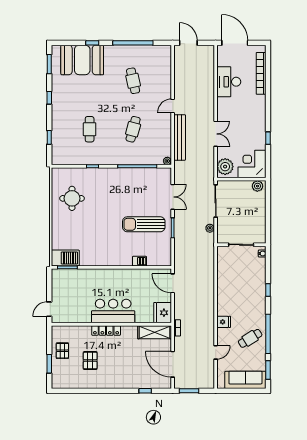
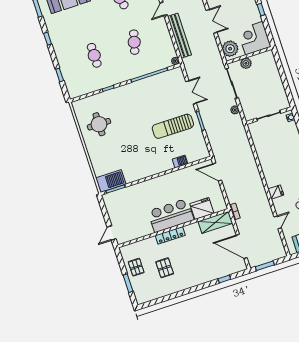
plant: (257, 186) -> (246, 63), moved
fridge: (163, 313) -> (202, 208), moved, turned 90

